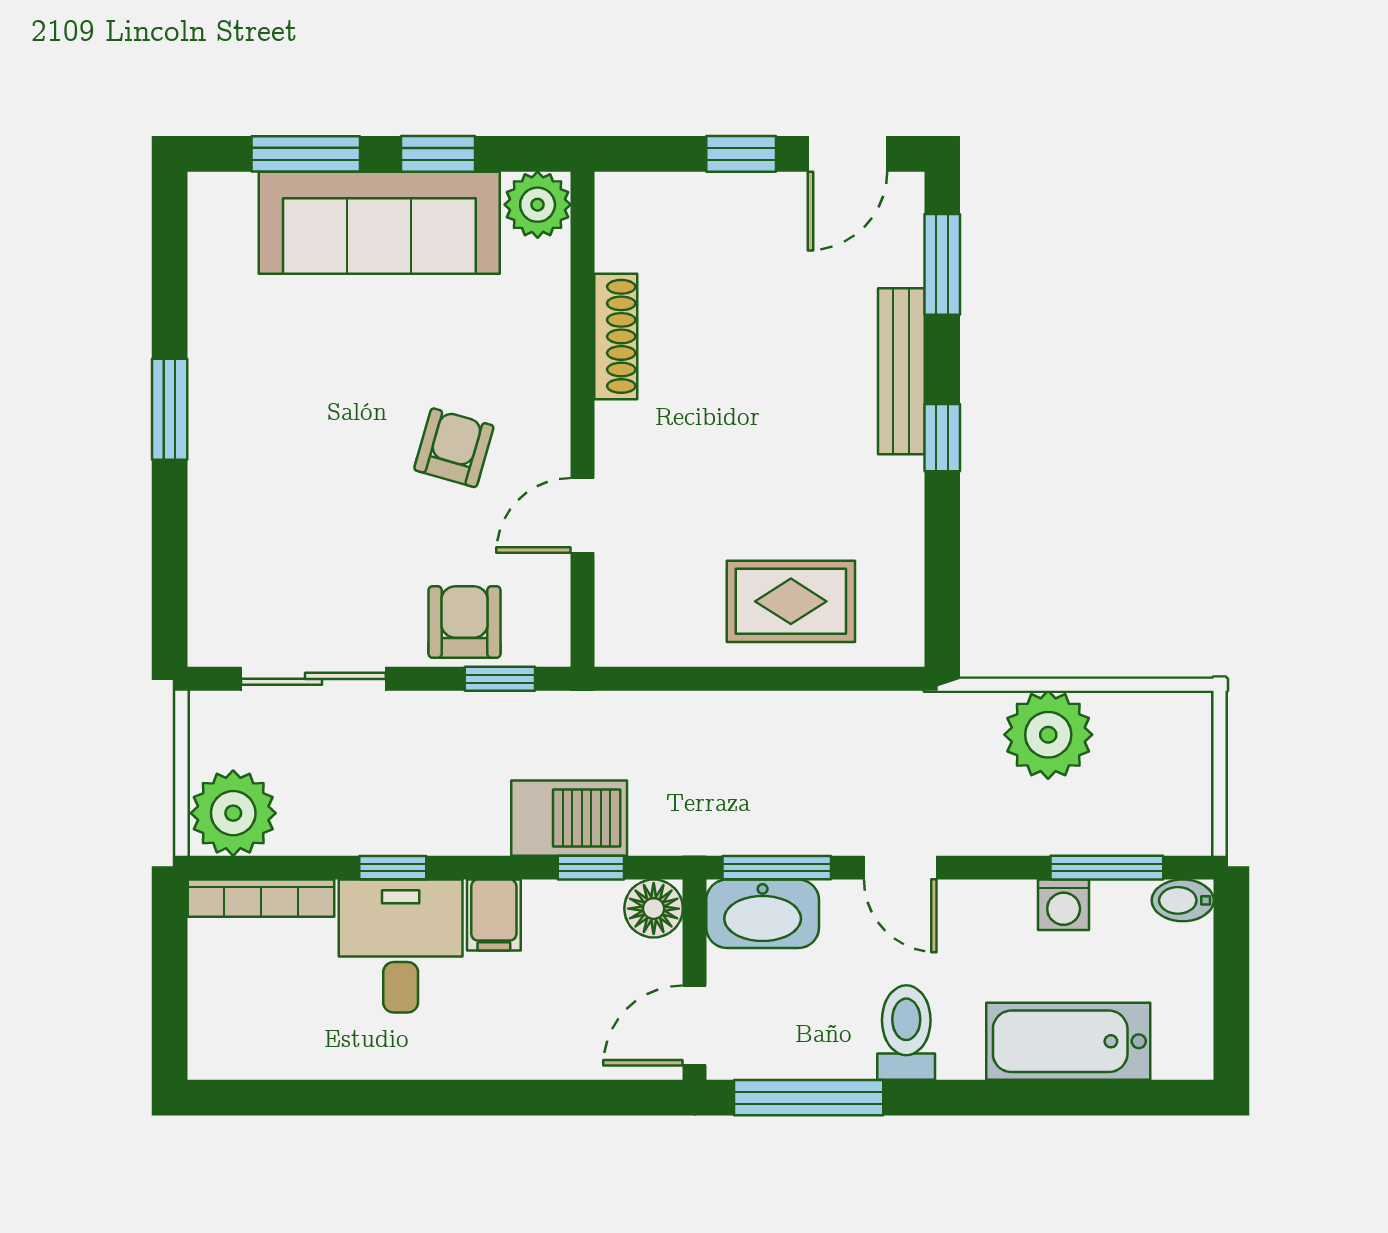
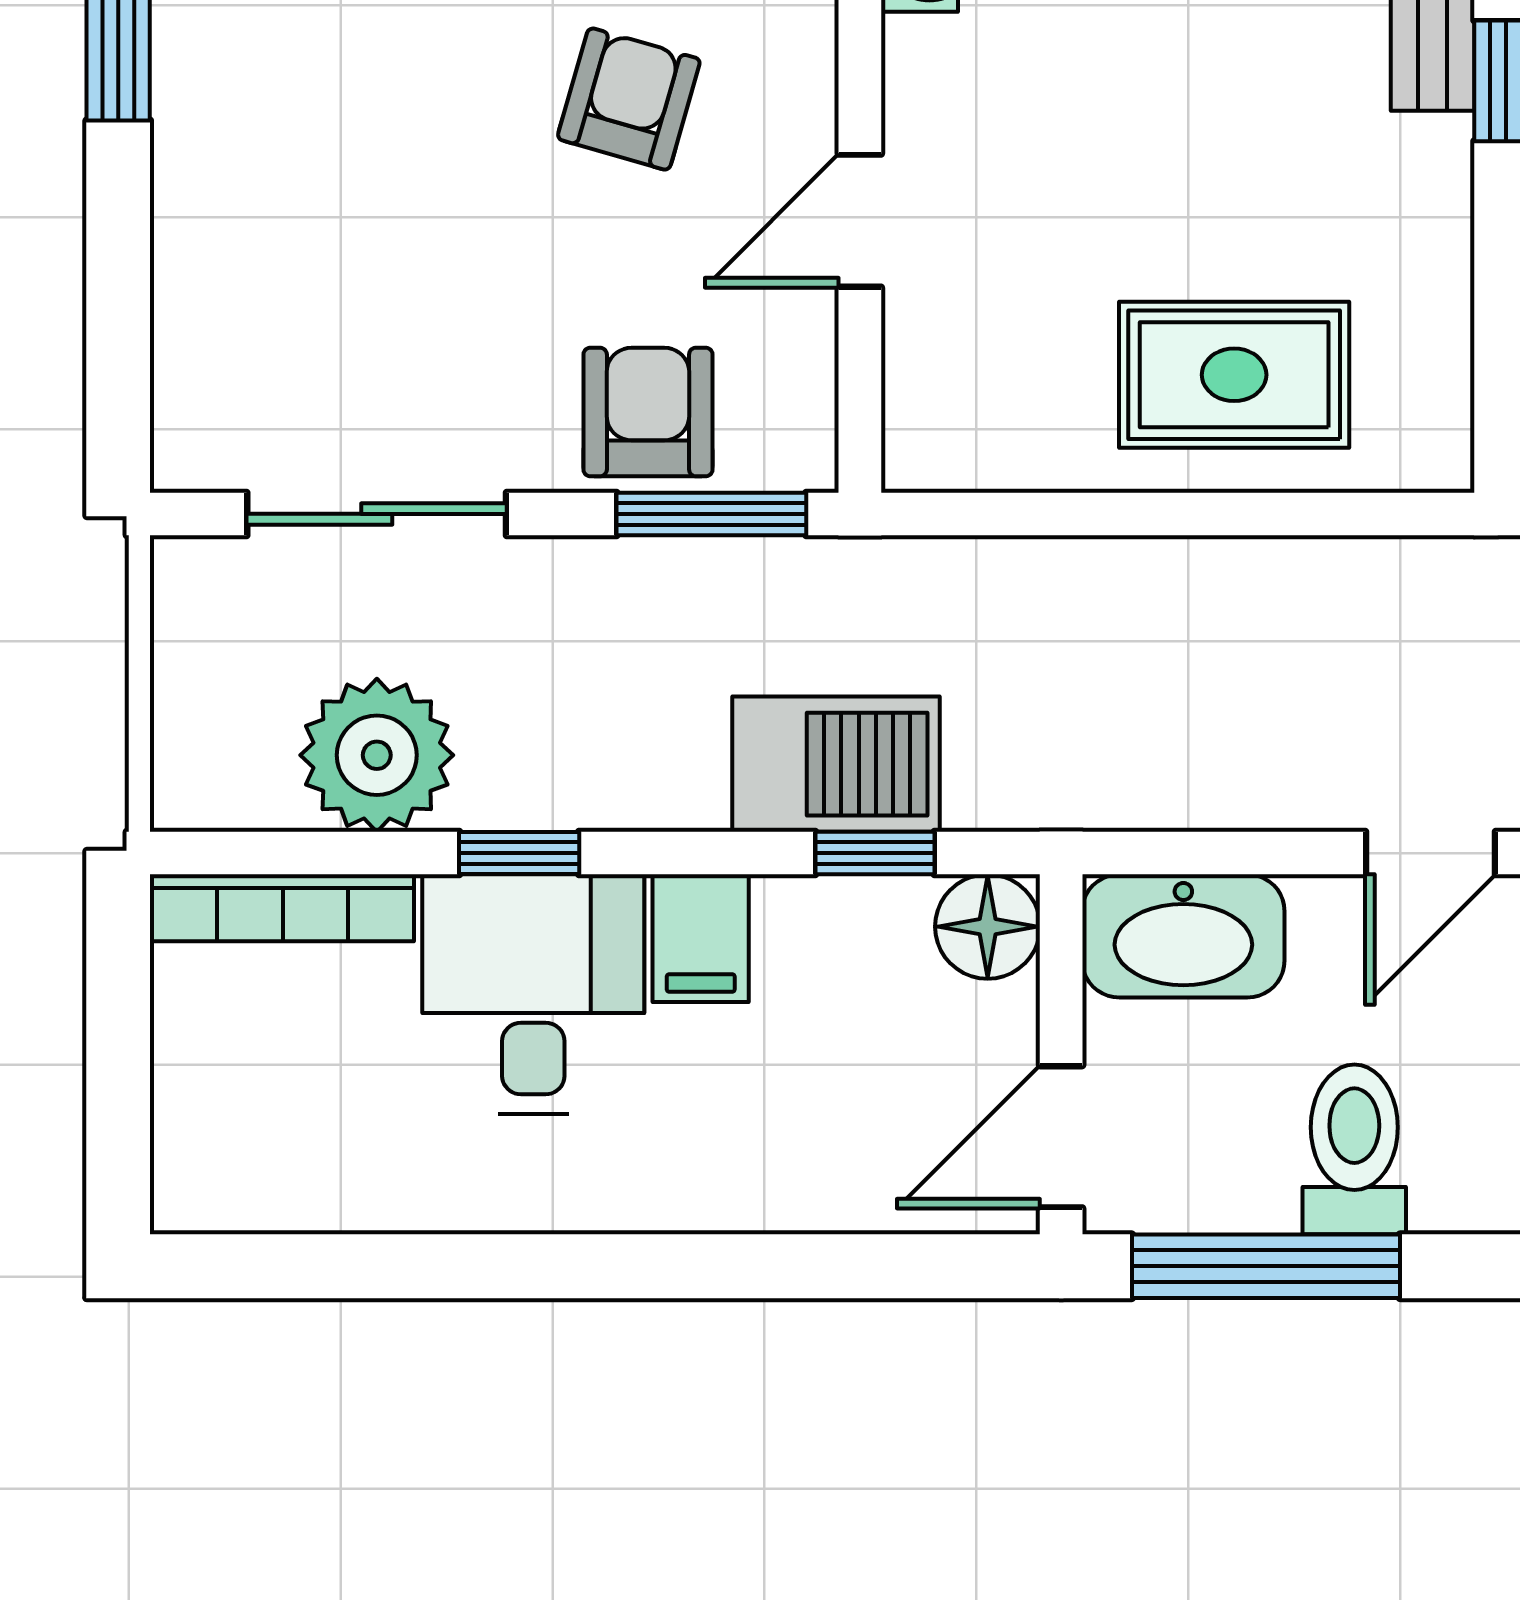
window: (500, 679) -> (711, 514), width x1.50
plant: (233, 813) -> (377, 755), moved
window: (777, 868) -> (1209, 853), removed
door: (900, 868) -> (1430, 853), hinge flipped
toilet: (906, 1033) -> (1354, 1149), moved

